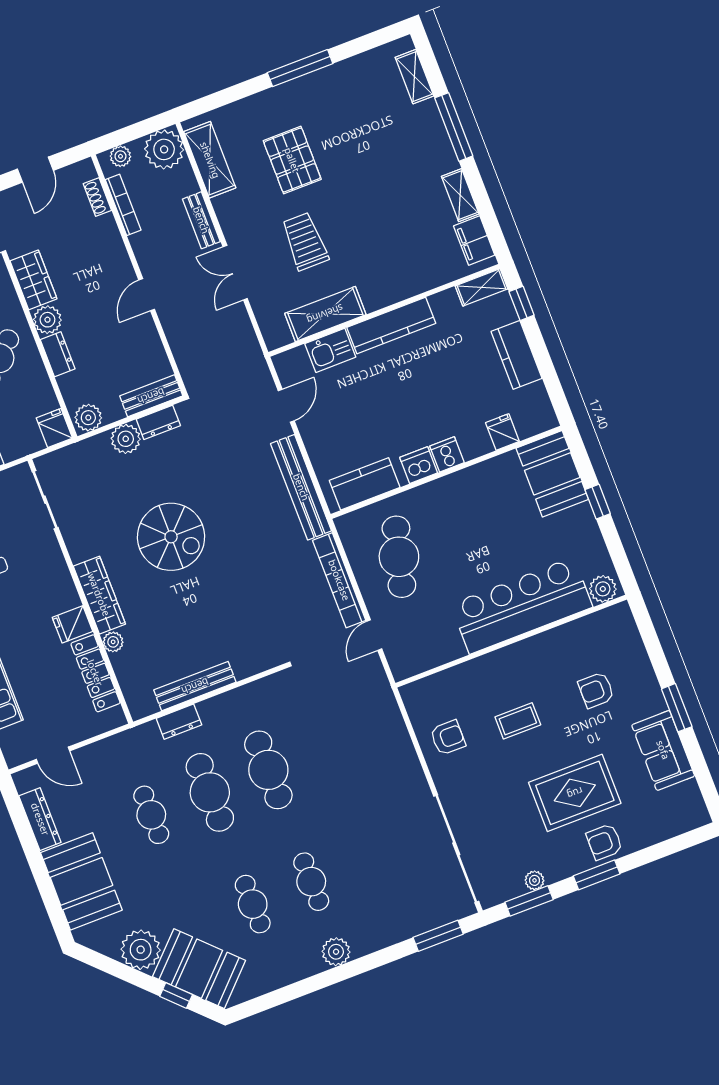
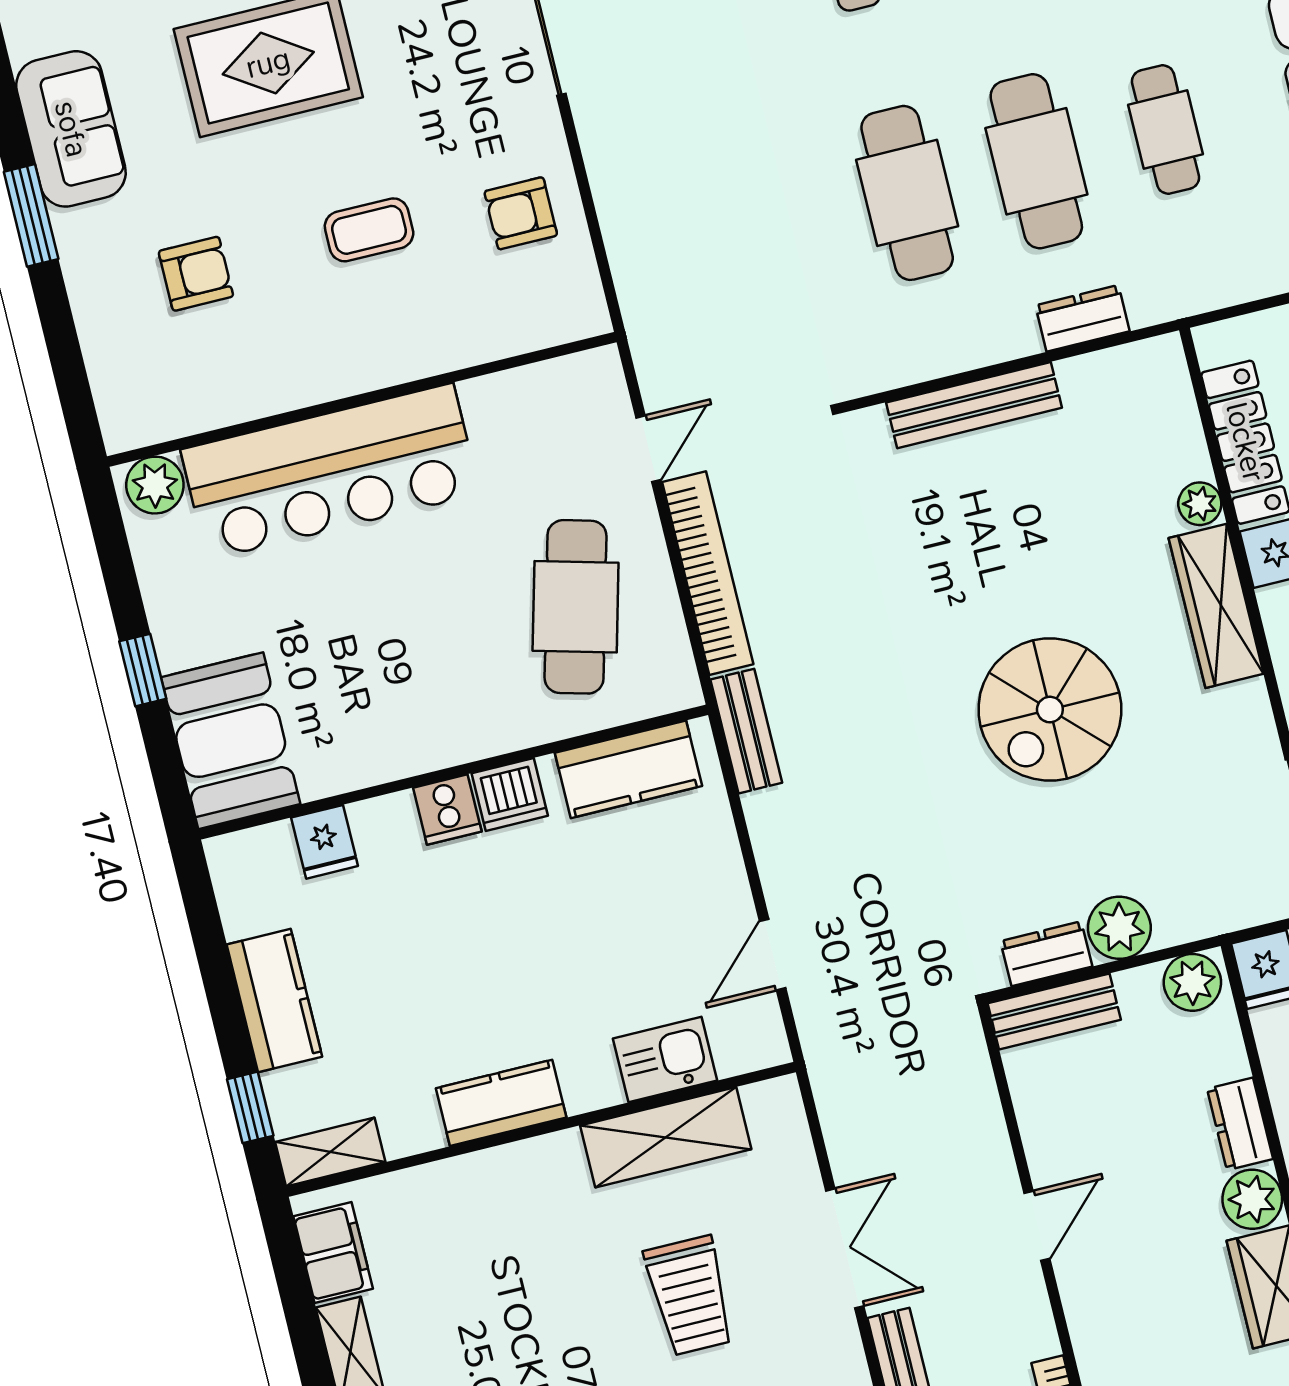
kitchen counter: (391, 325) -> (501, 1103), width x0.67
bench: (301, 487) -> (746, 731), width x0.54, depth x0.82
spiral stairs: (171, 537) -> (1050, 710), turned -90
bench: (195, 686) -> (974, 405), moved

